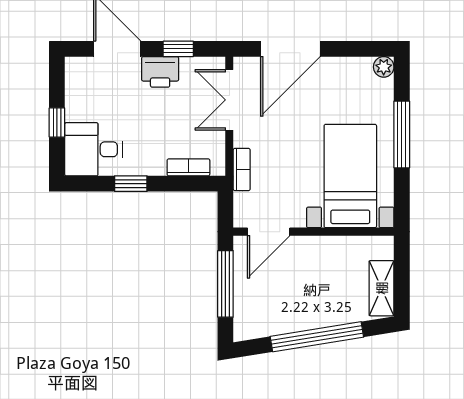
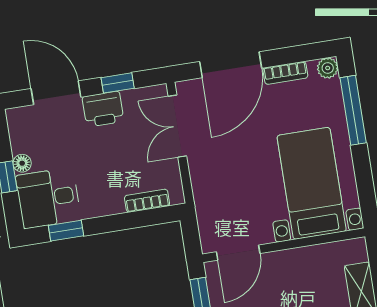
floor lamp: (73, 112) -> (22, 163), added
window: (402, 134) -> (353, 110), moved
bookcase: (242, 170) -> (285, 73), moved, turned 90
window: (131, 184) -> (66, 231), moved

